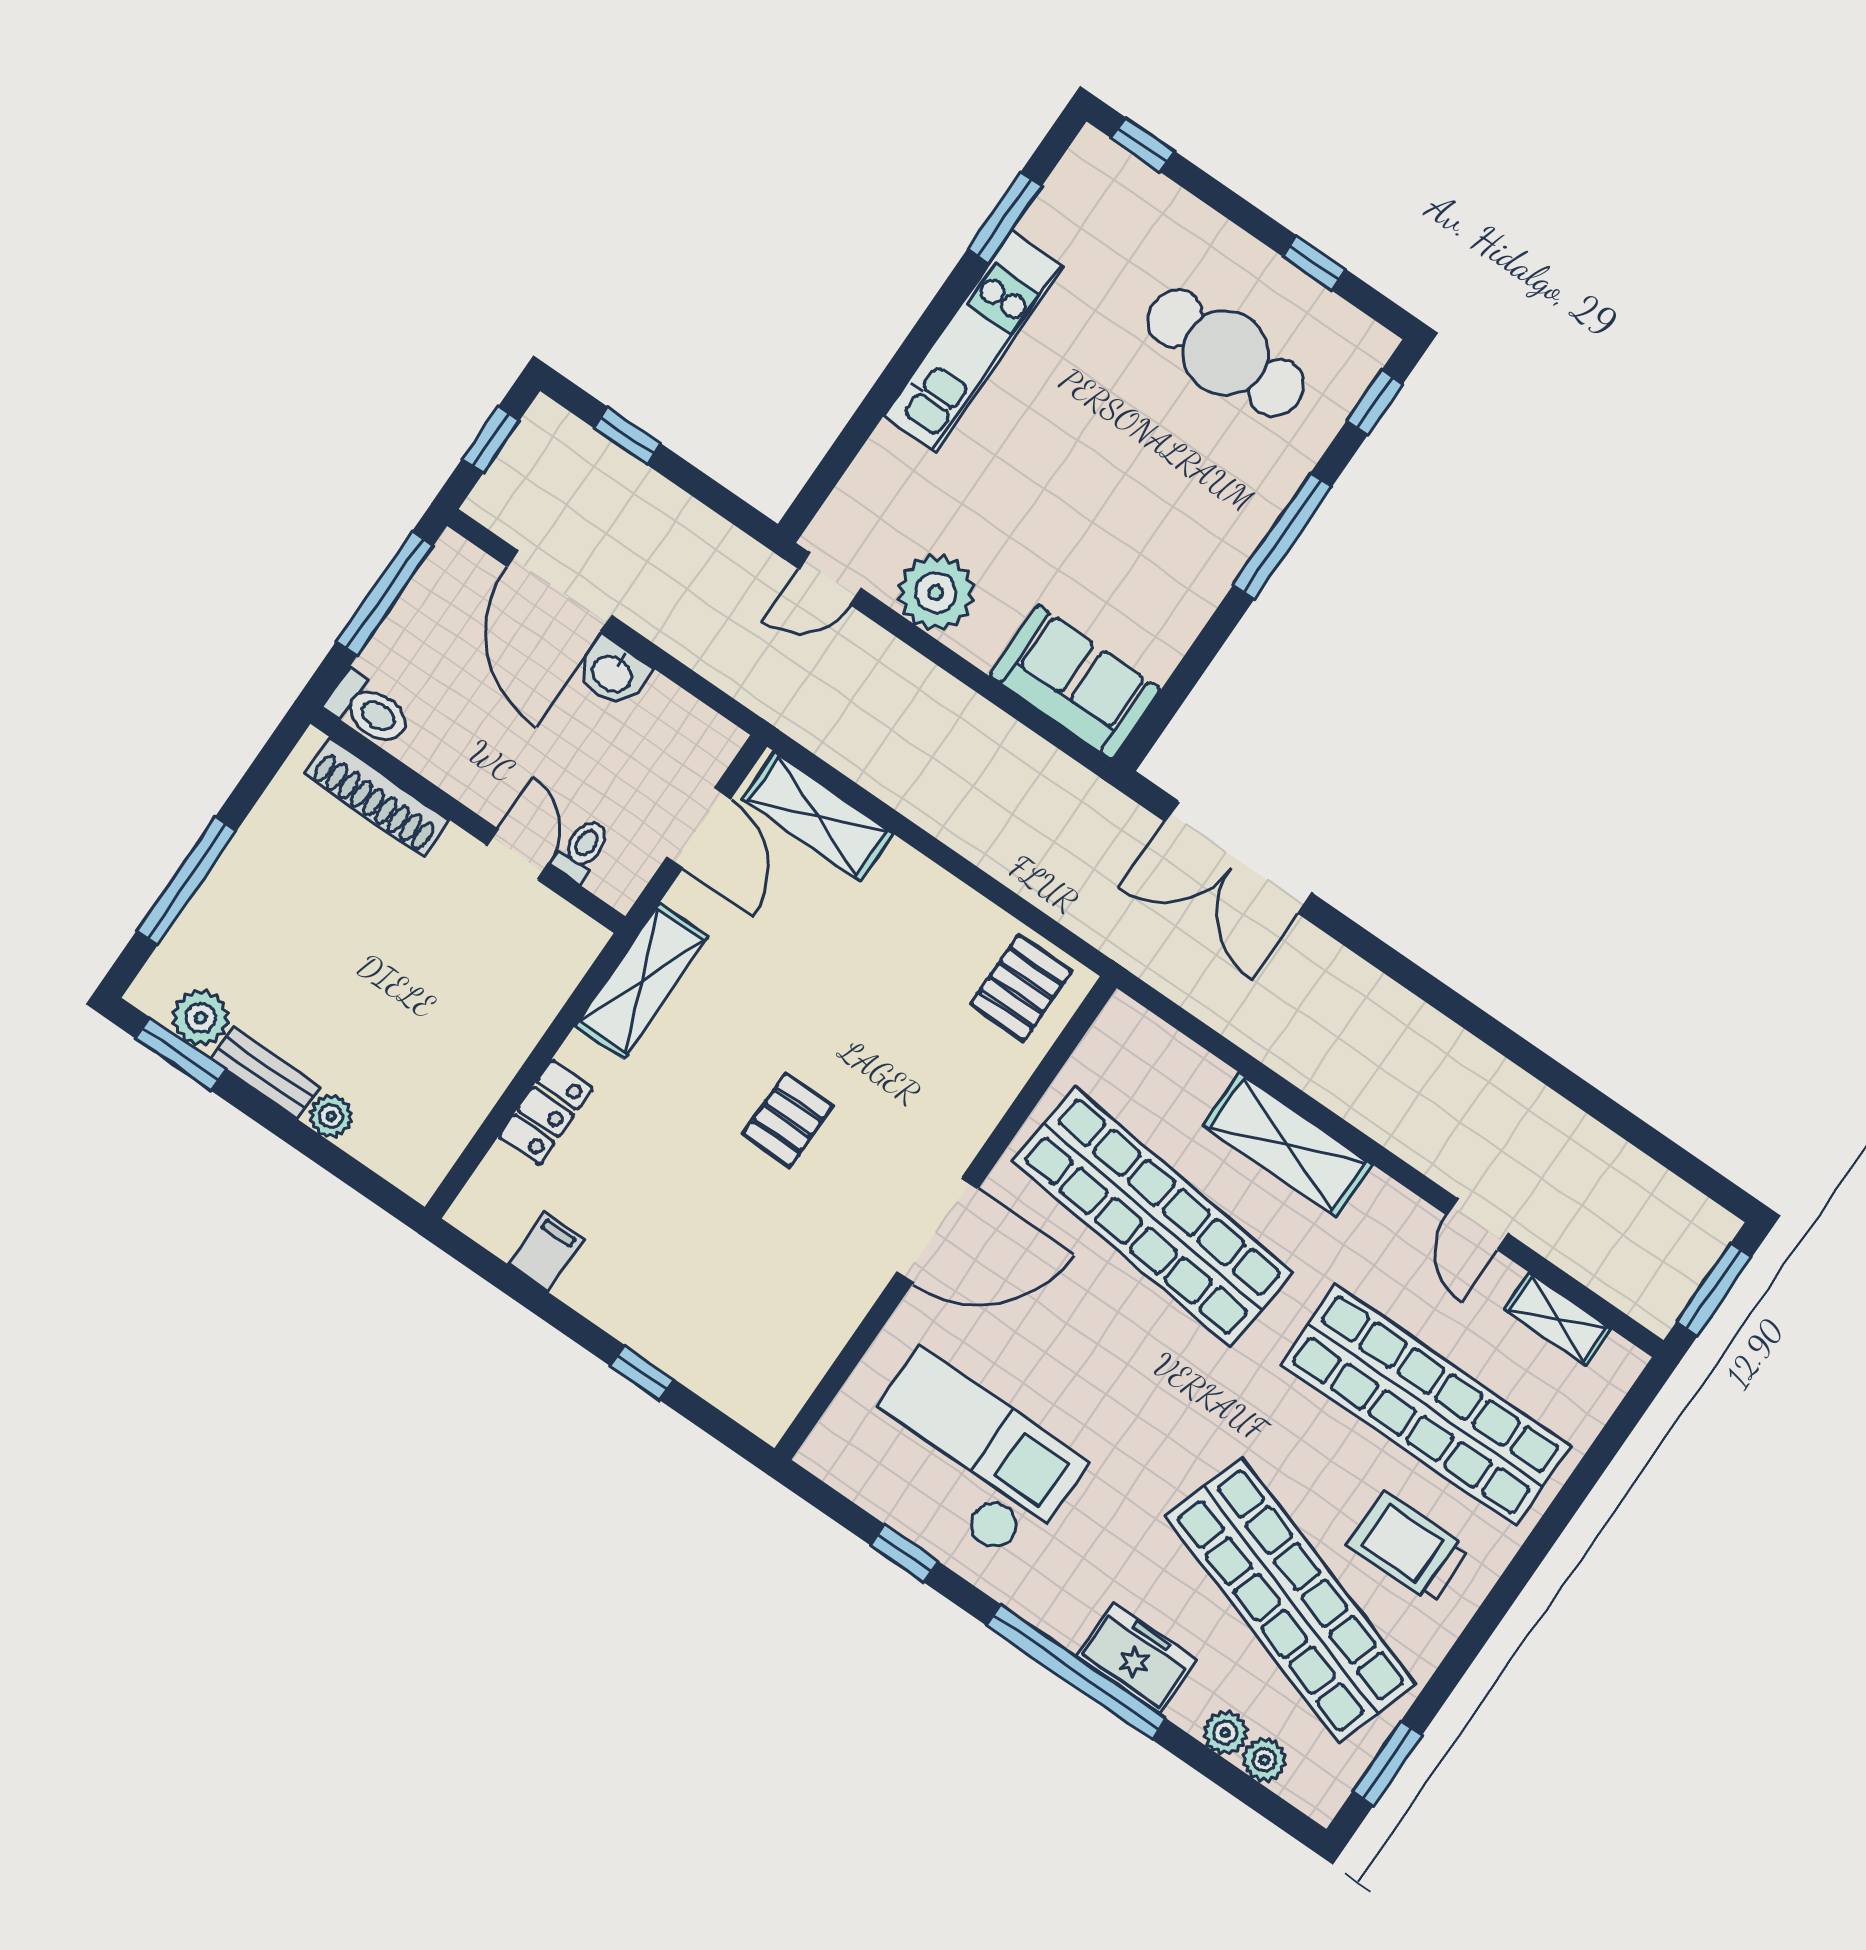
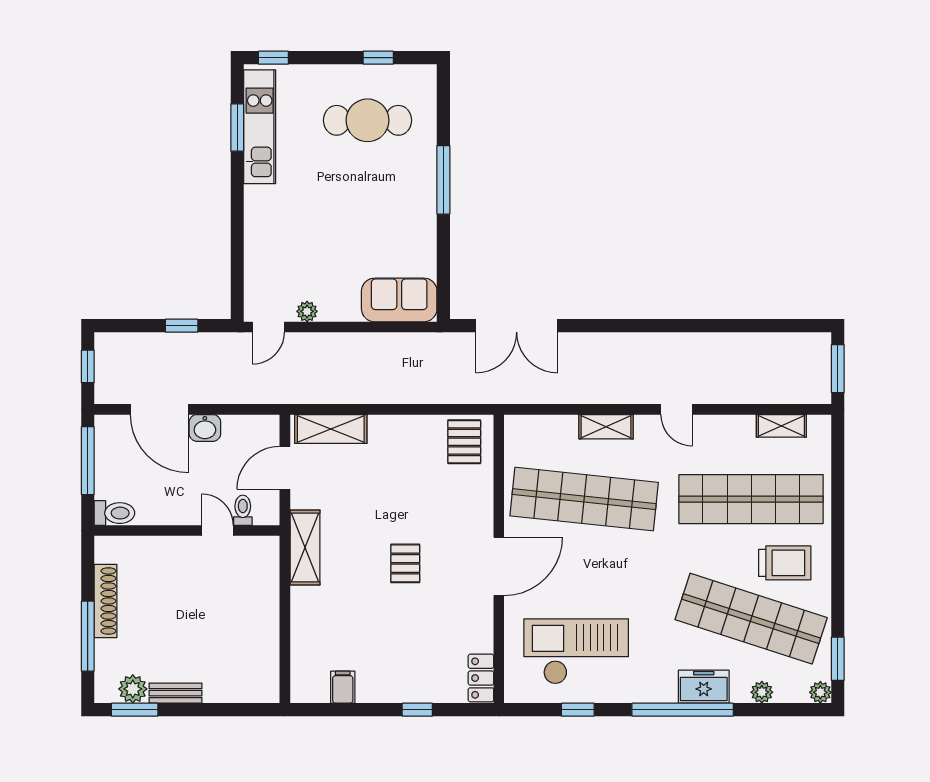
kitchen unit: (973, 341) -> (260, 127), moved
window: (1375, 403) -> (443, 98), removed
window: (627, 436) -> (182, 326), moved
plant: (936, 593) -> (307, 311), width x0.53, depth x0.53
shoe rack: (377, 797) -> (106, 601), moved, turned -90
door: (699, 828) -> (285, 468), swing flipped
locker: (546, 1112) -> (481, 678), moved, turned 180
plant: (331, 1116) -> (215, 692), removed
shelving: (1288, 1145) -> (606, 427), width x0.67, depth x0.75
door: (1477, 1224) -> (677, 409), moved
trolley: (1408, 1547) -> (785, 563), turned 180
plant: (1264, 1760) -> (820, 692), moved

